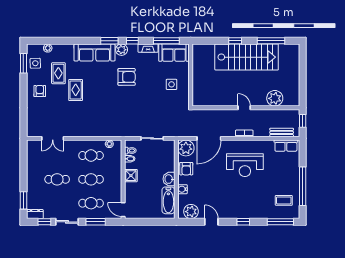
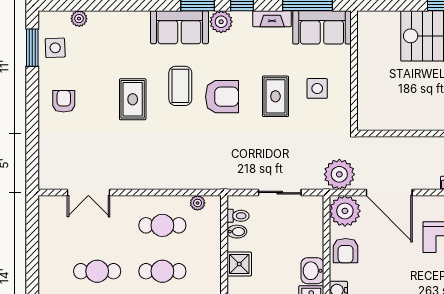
sofa: (94, 53) -> (179, 27), width x0.73
rug: (58, 73) -> (275, 96), moved
armchair: (127, 77) -> (222, 97), moved
coffee table: (100, 83) -> (180, 86), added
plant: (183, 129) -> (339, 174), added
door: (209, 138) -> (389, 193), hinge flipped

